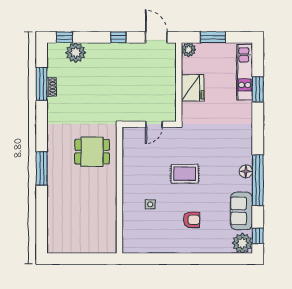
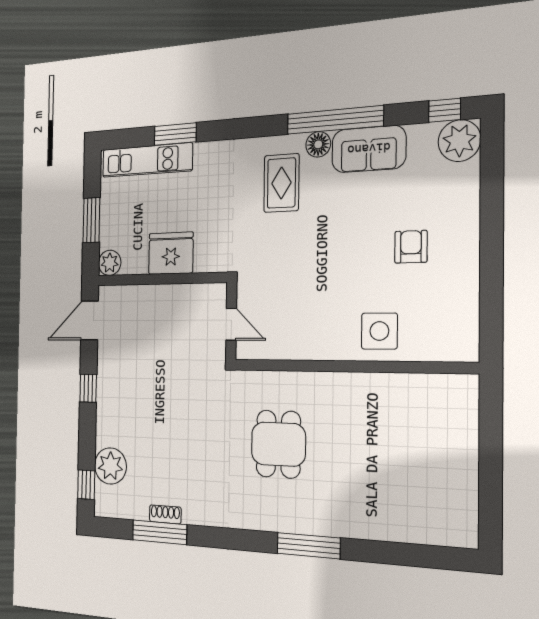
rug: (185, 174) -> (281, 183), moved
wall: (119, 190) -> (351, 366), moved
side table: (150, 204) -> (379, 331), width x1.87, depth x1.87
sofa: (242, 211) -> (369, 149), moved

